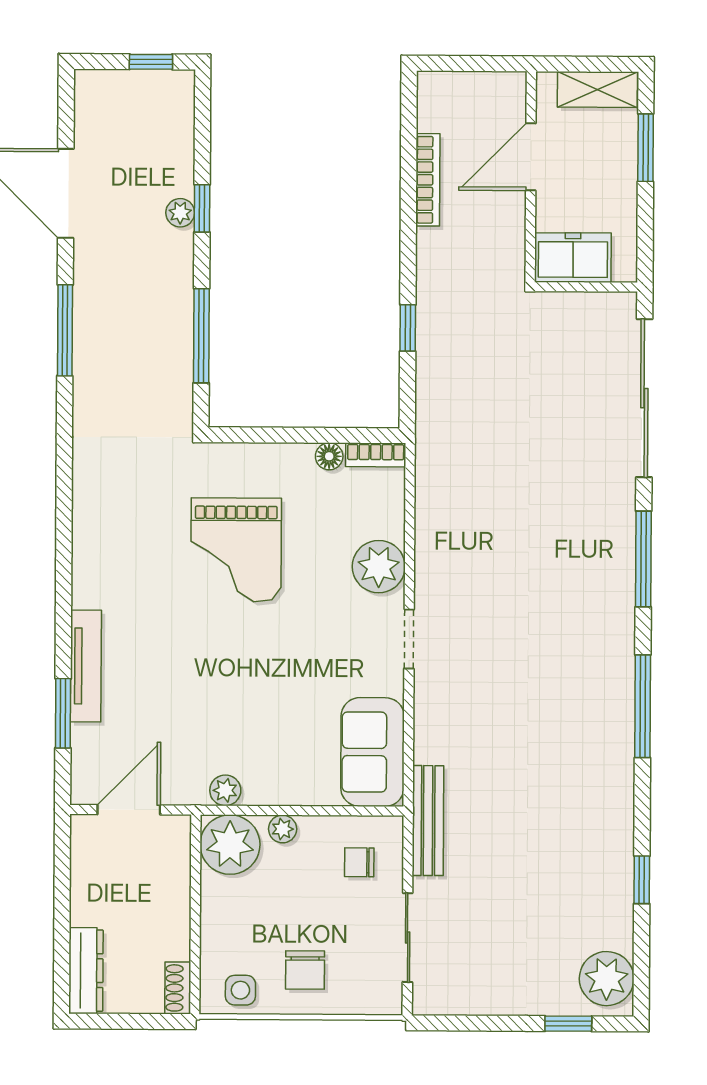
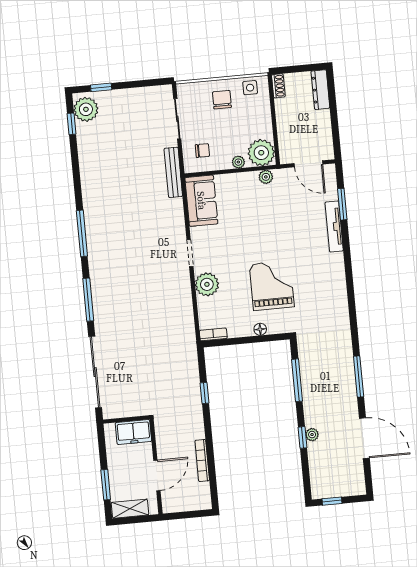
floor lamp: (329, 456) -> (260, 329), moved
door: (129, 810) -> (308, 164), hinge flipped
window: (642, 880) -> (72, 124), moved

